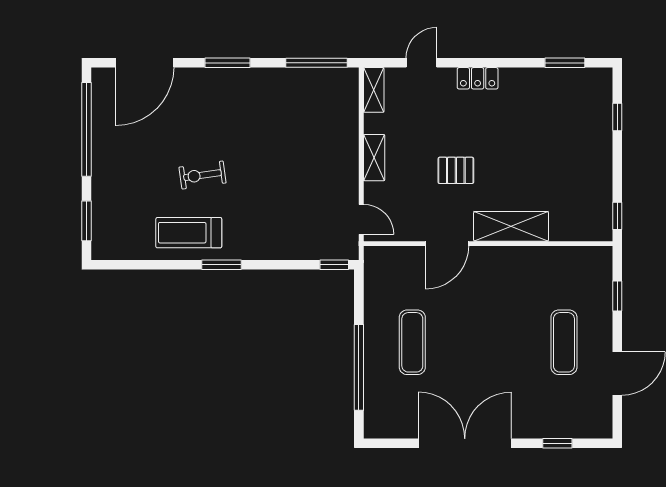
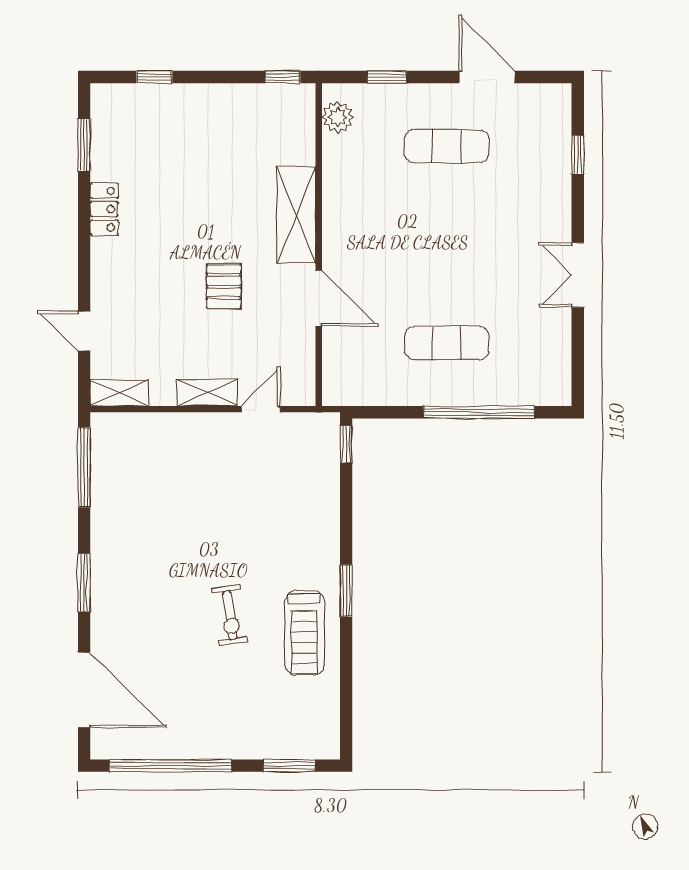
locker: (478, 78) -> (104, 209), moved
door: (361, 219) -> (261, 409), moved
plant: (586, 258) -> (338, 117), added
double door: (465, 443) -> (578, 275), width x0.54

